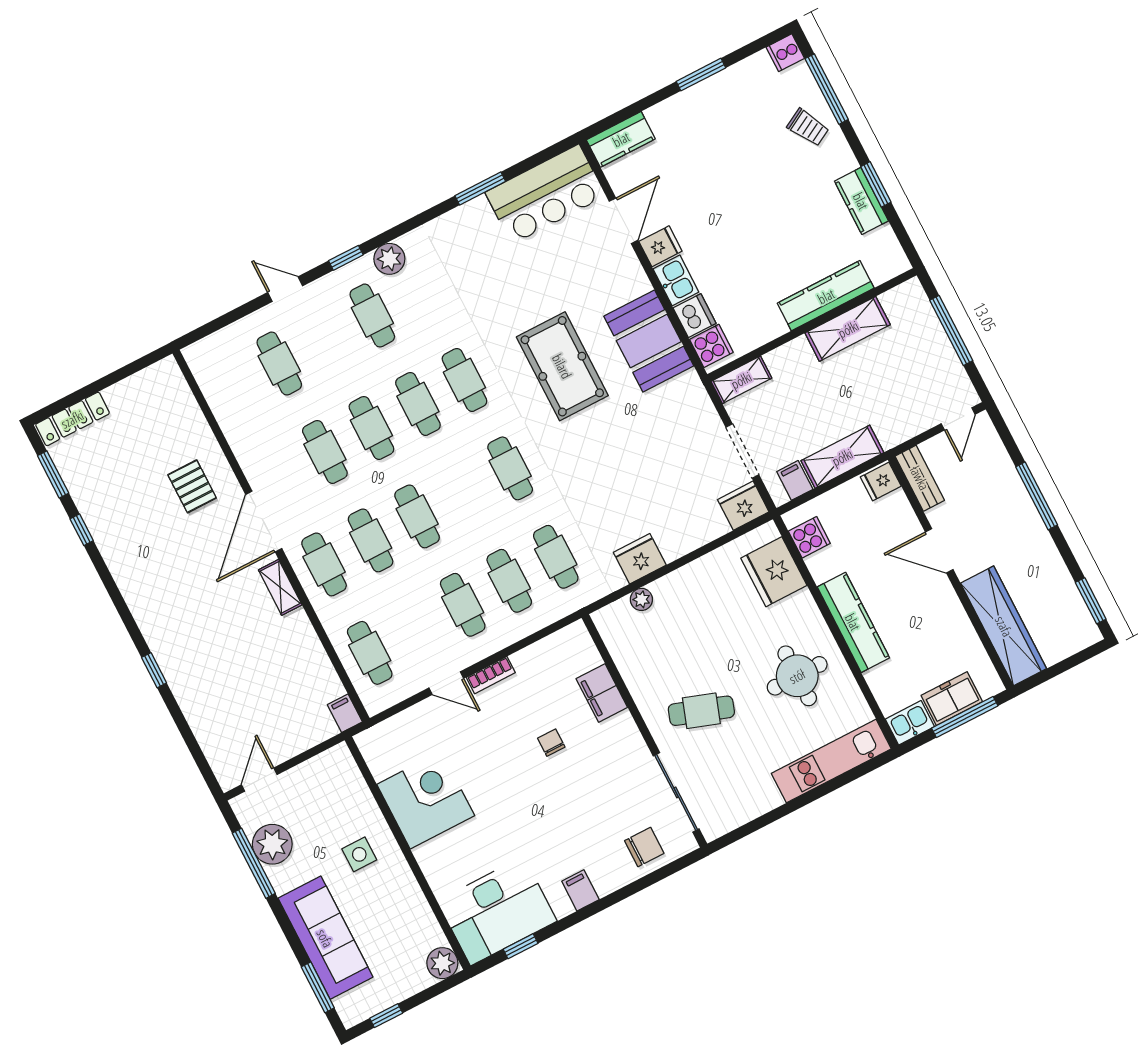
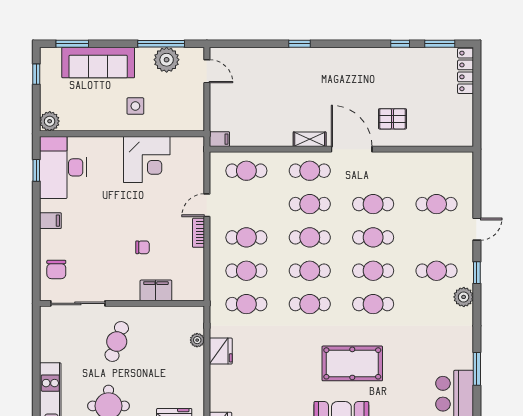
cafe table: (464, 492) -> (310, 271), added

